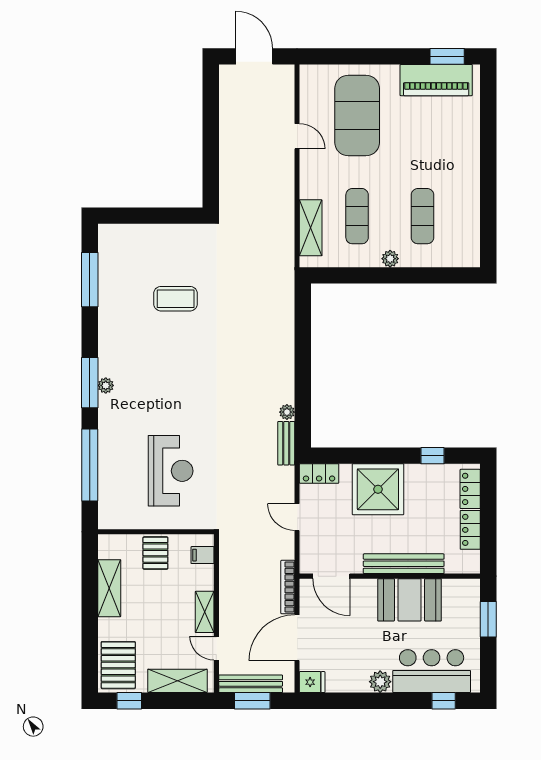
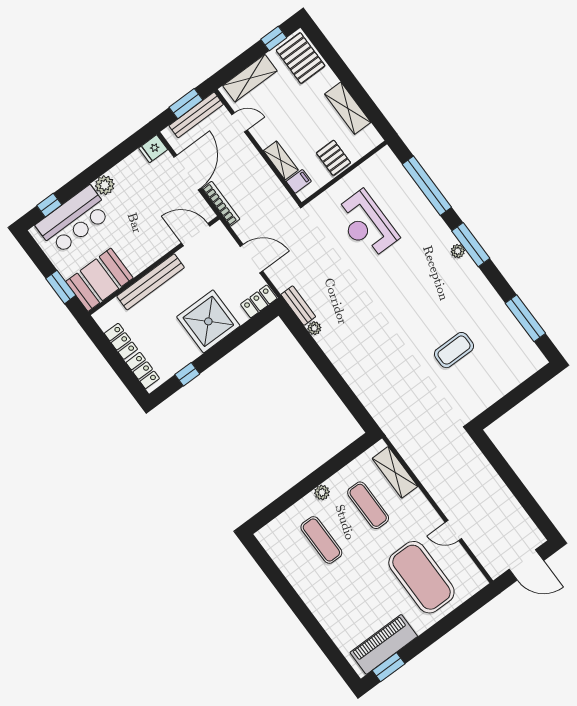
door: (297, 517) -> (251, 259), width x1.38
booth: (410, 600) -> (99, 280), moved
shelving: (205, 612) -> (281, 160), moved

